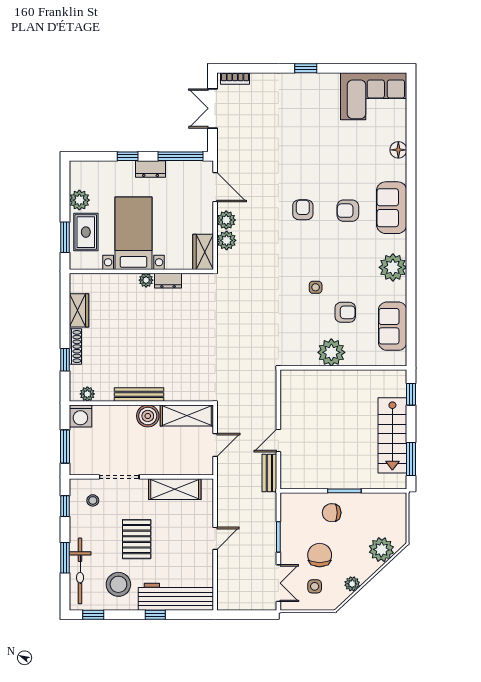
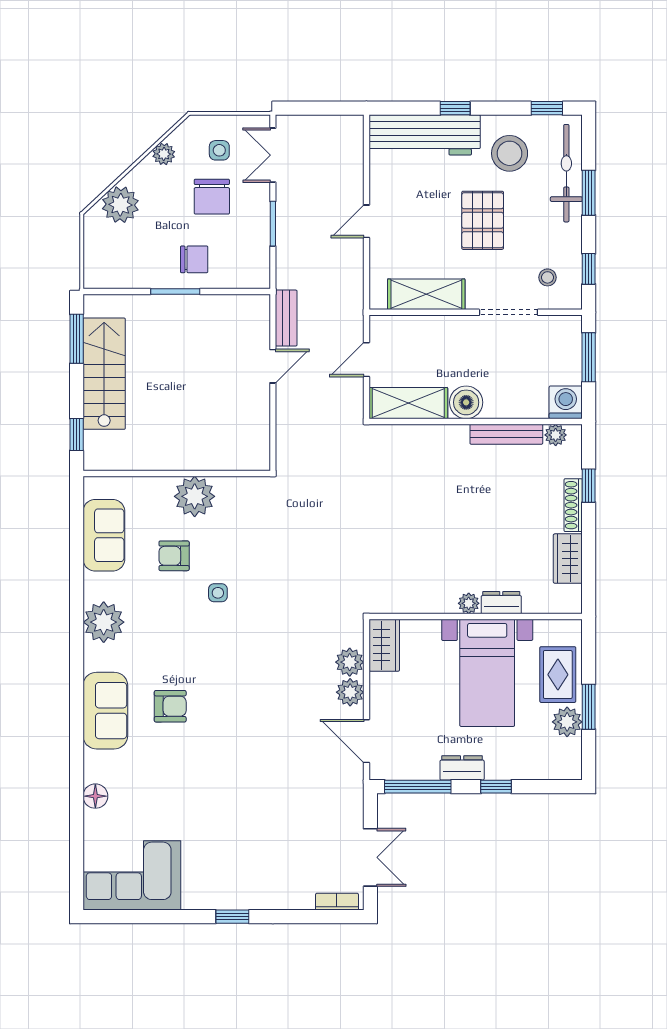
armchair: (303, 210) -> (237, 707), removed
window: (65, 237) -> (589, 707), moved
dresser: (168, 281) -> (501, 603), moved
bench: (139, 394) -> (506, 434), moved

